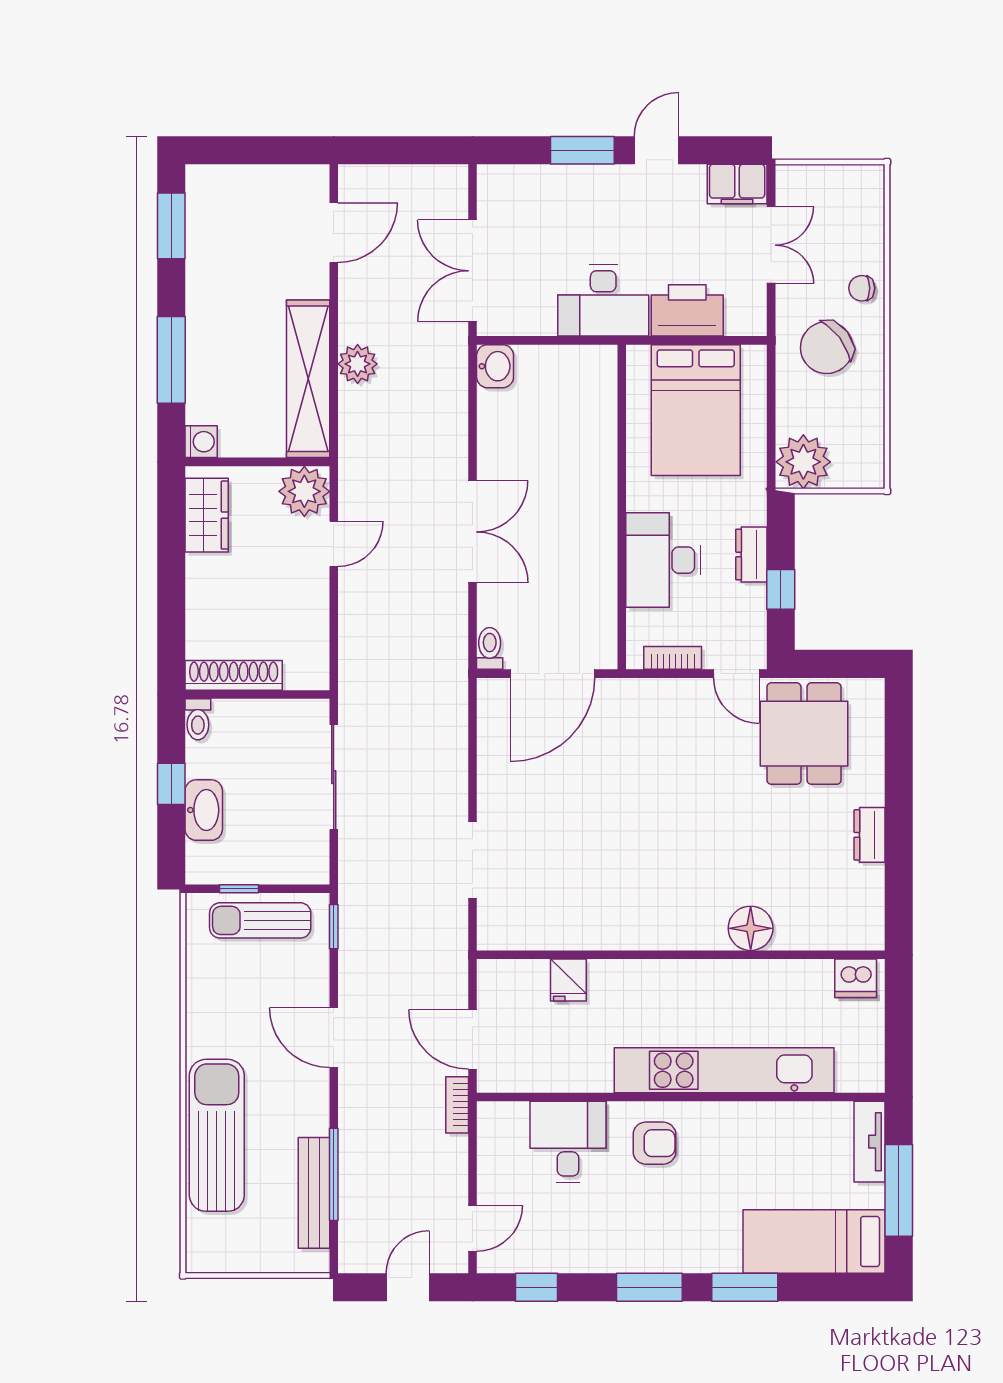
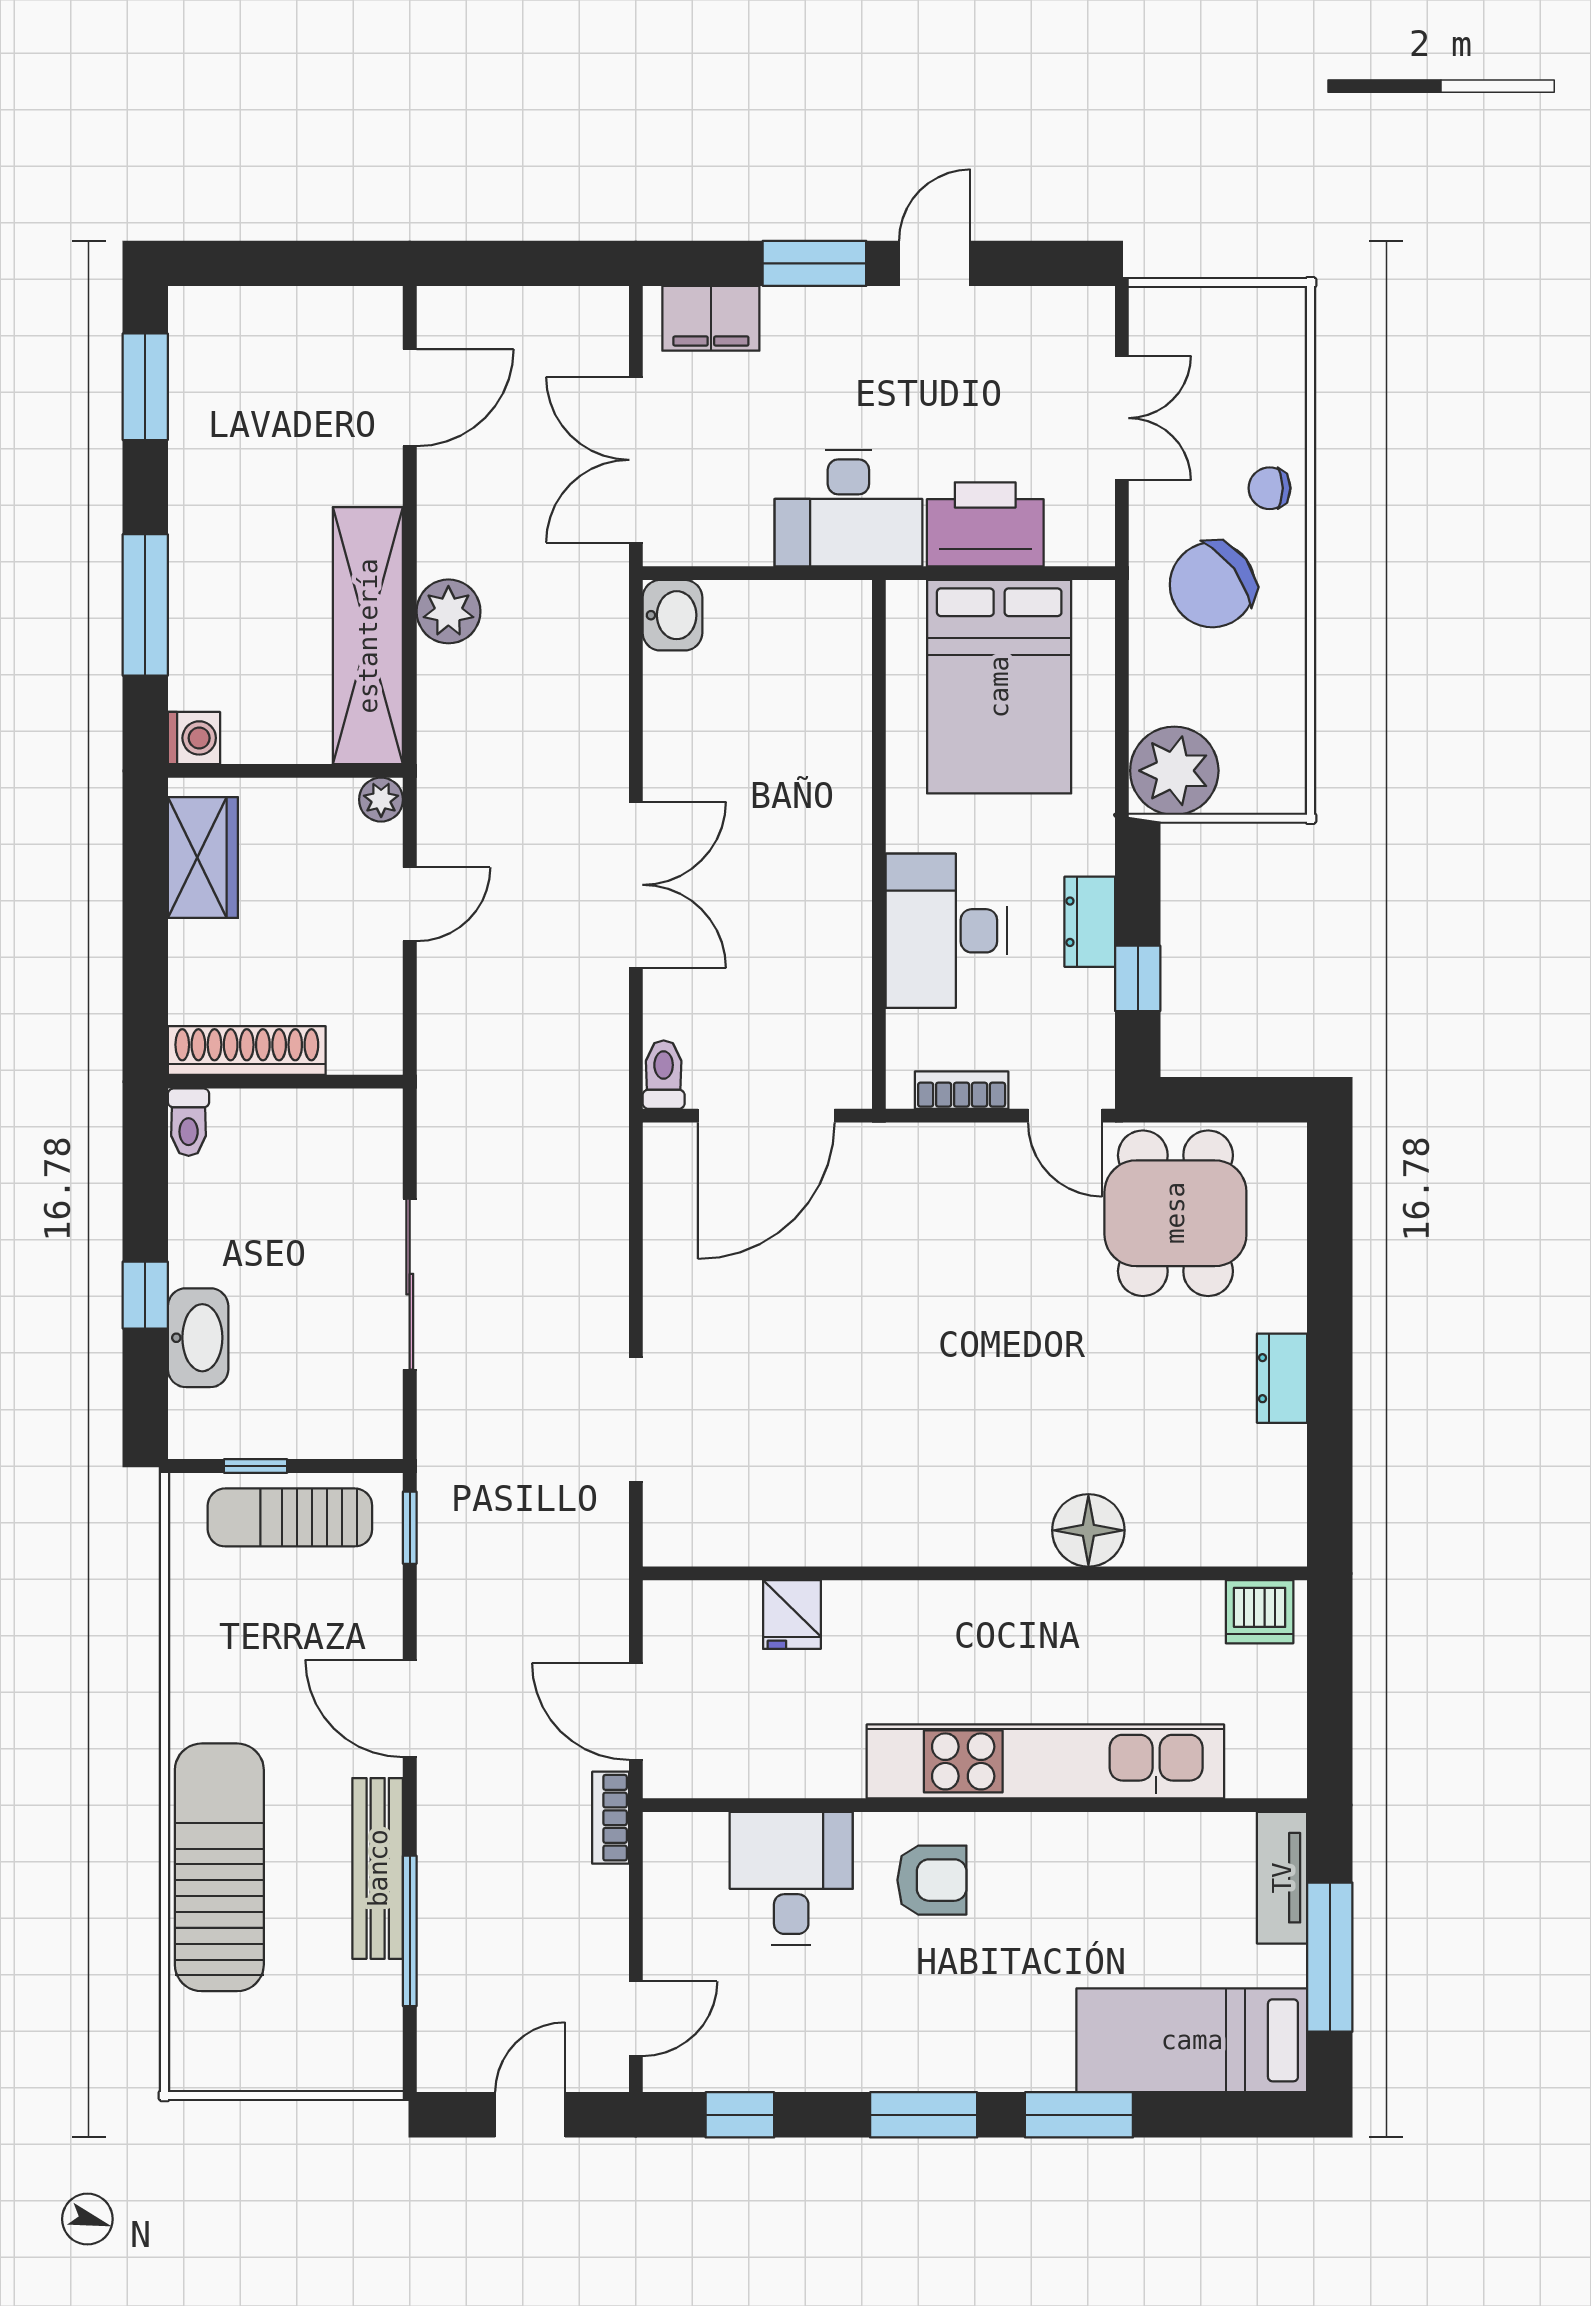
filing cabinet: (737, 184) -> (711, 318), moved
plant: (304, 491) -> (381, 800), width x0.53, depth x0.53
shoe rack: (234, 675) -> (247, 1051), moved
wall: (257, 694) -> (285, 1082), moved
toilet: (198, 719) -> (189, 1122), moved
bench: (314, 1193) -> (378, 1868), moved

